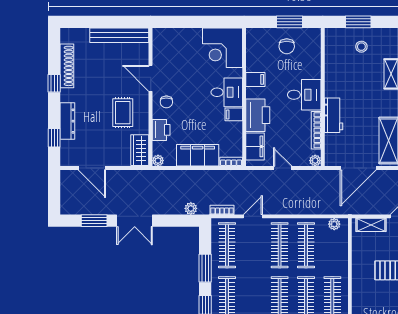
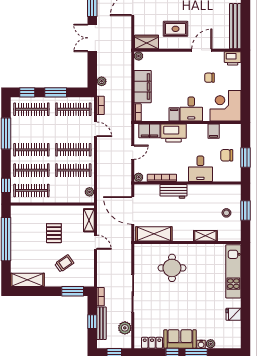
filing cabinet: (255, 79) -> (214, 131), moved
desk: (304, 95) -> (200, 169), moved
chair: (166, 102) -> (209, 78), moved
printer: (161, 130) -> (233, 58), moved

